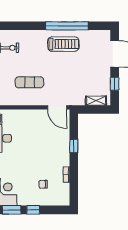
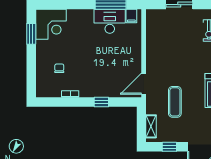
exercise mat: (29, 82) -> (175, 102), moved
window: (33, 210) -> (31, 57), removed

